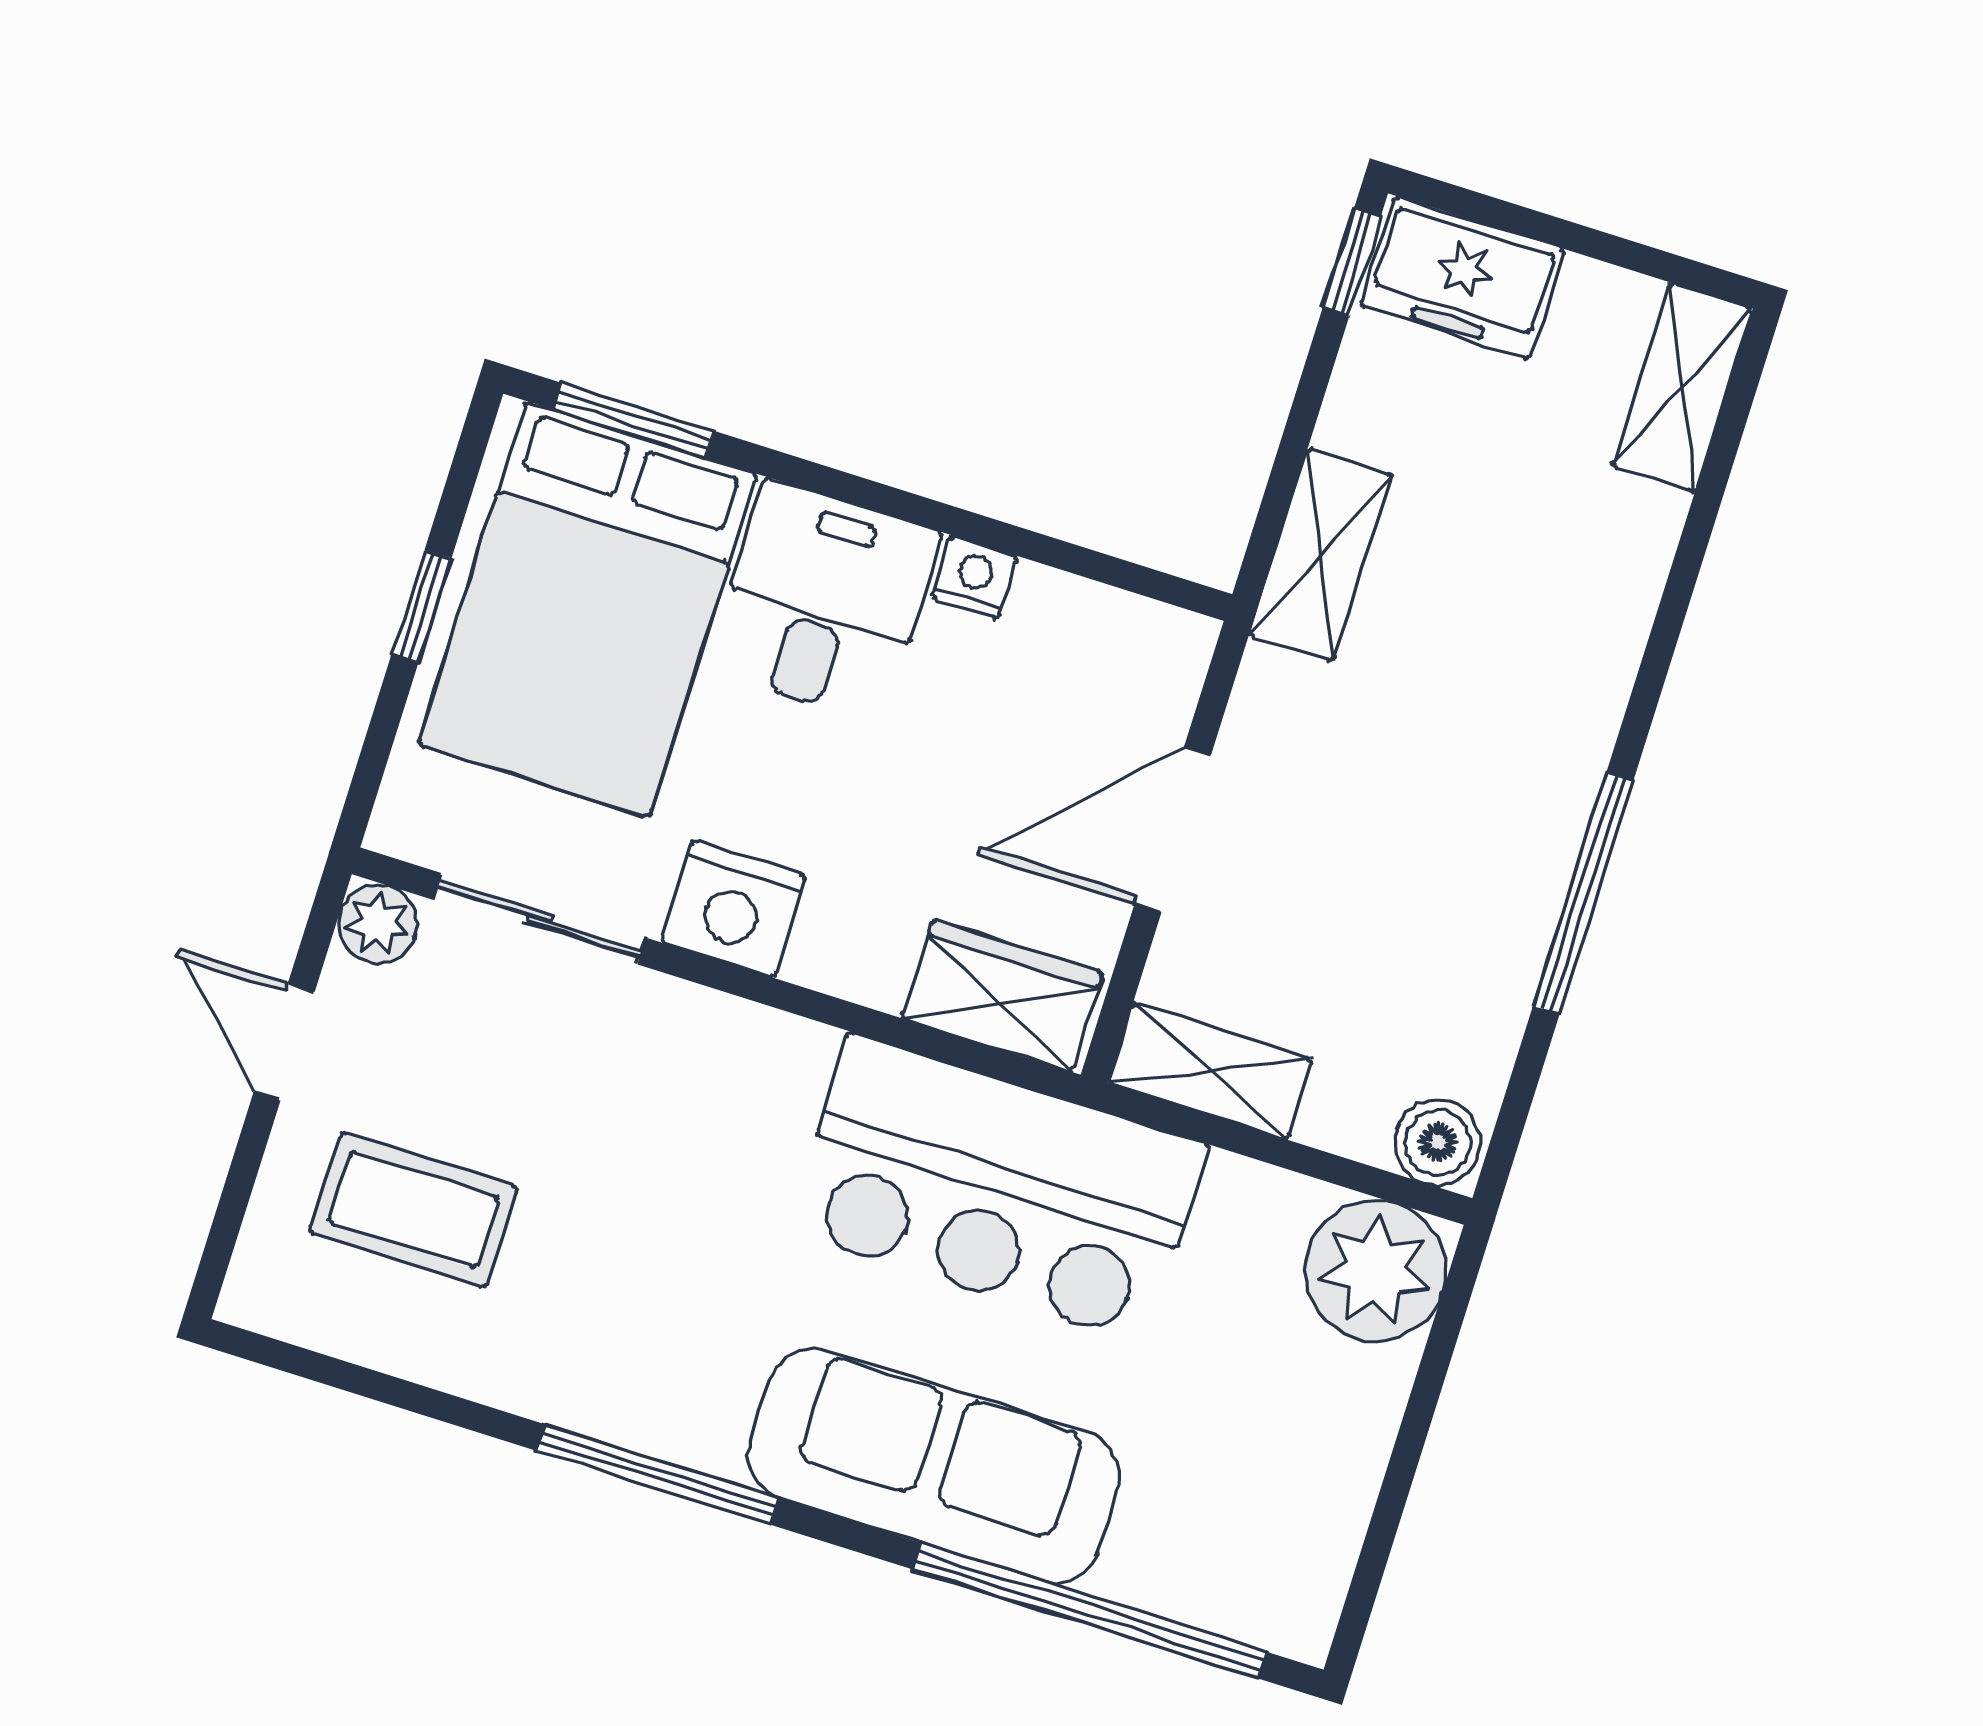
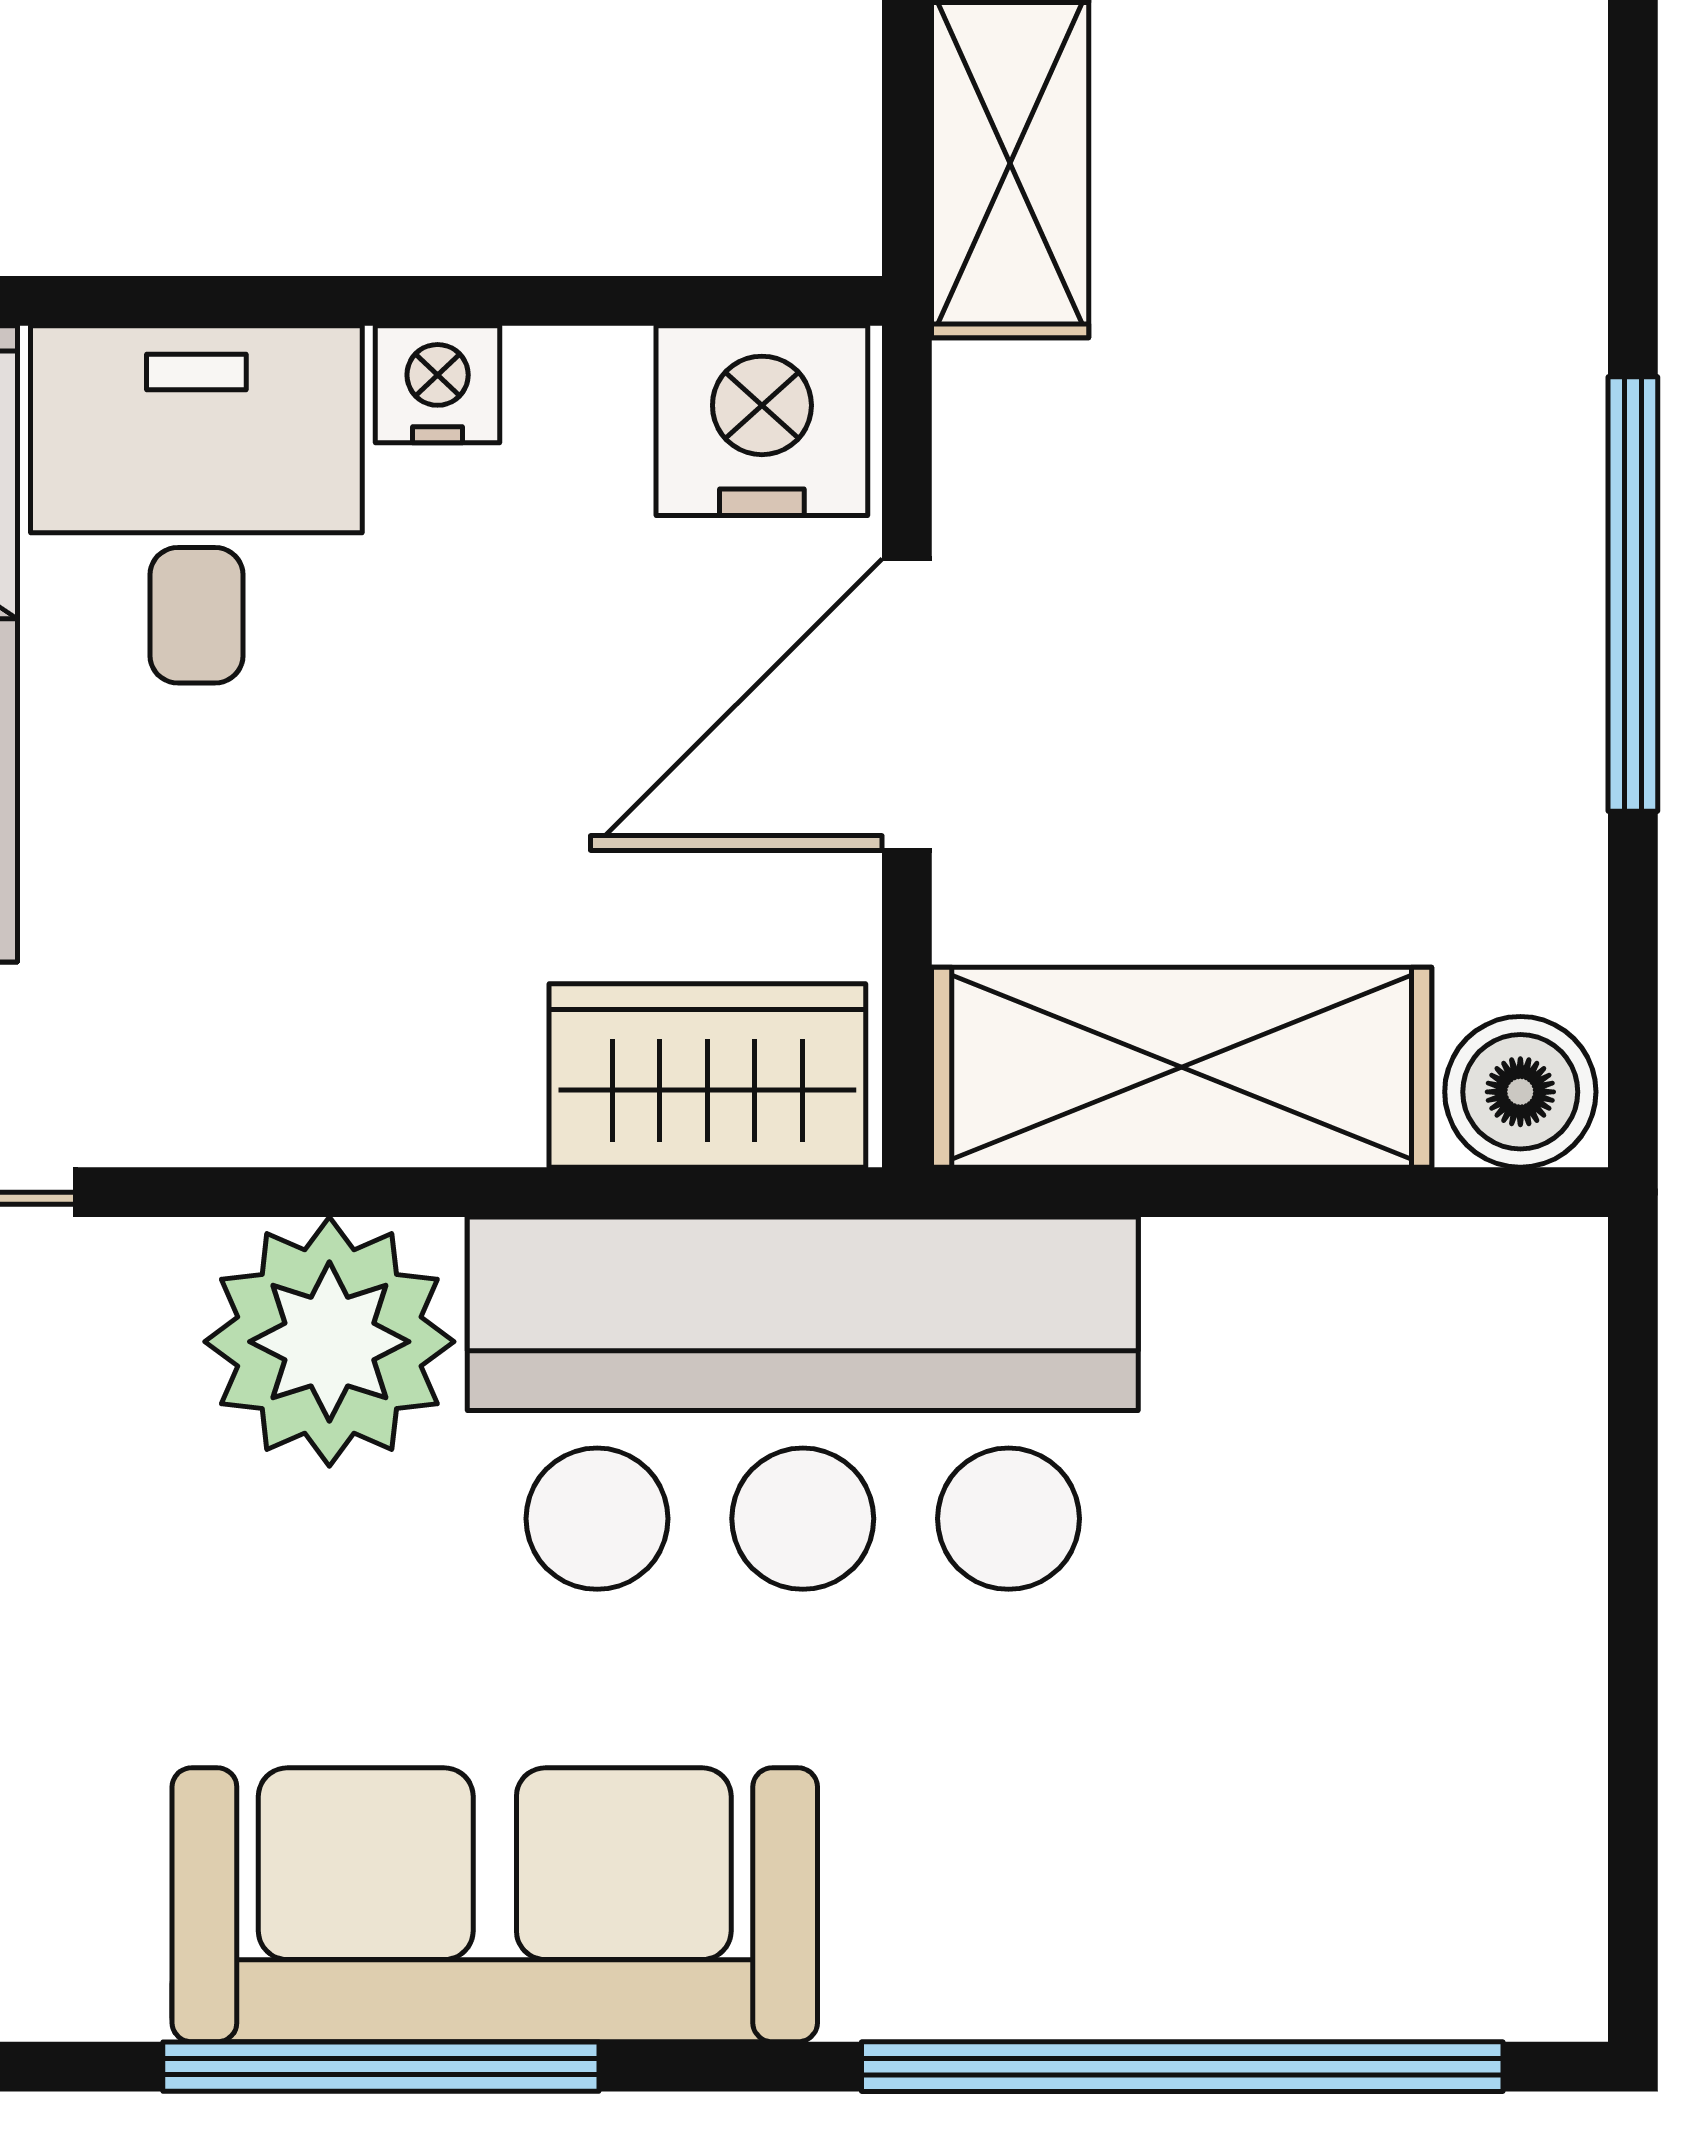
nightstand: (733, 909) -> (762, 421), moved, turned 180
shelving: (1210, 1071) -> (1182, 1067), width x1.50, depth x1.33
plant: (1375, 1271) -> (329, 1342), moved
sofa: (934, 1466) -> (495, 1905), moved

